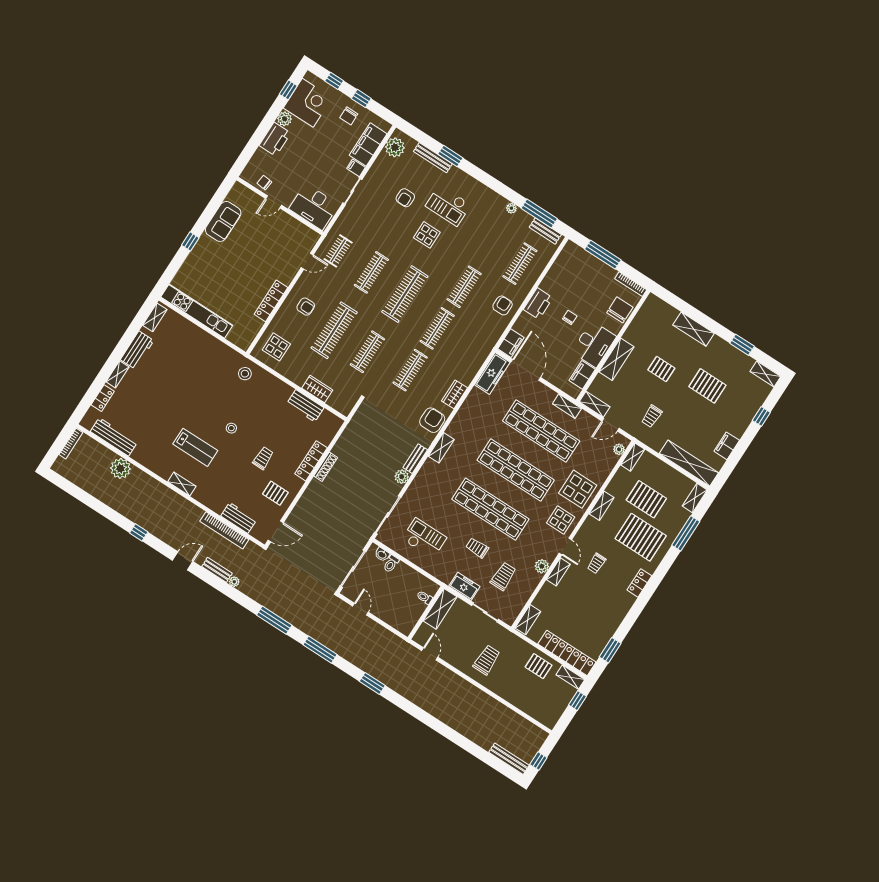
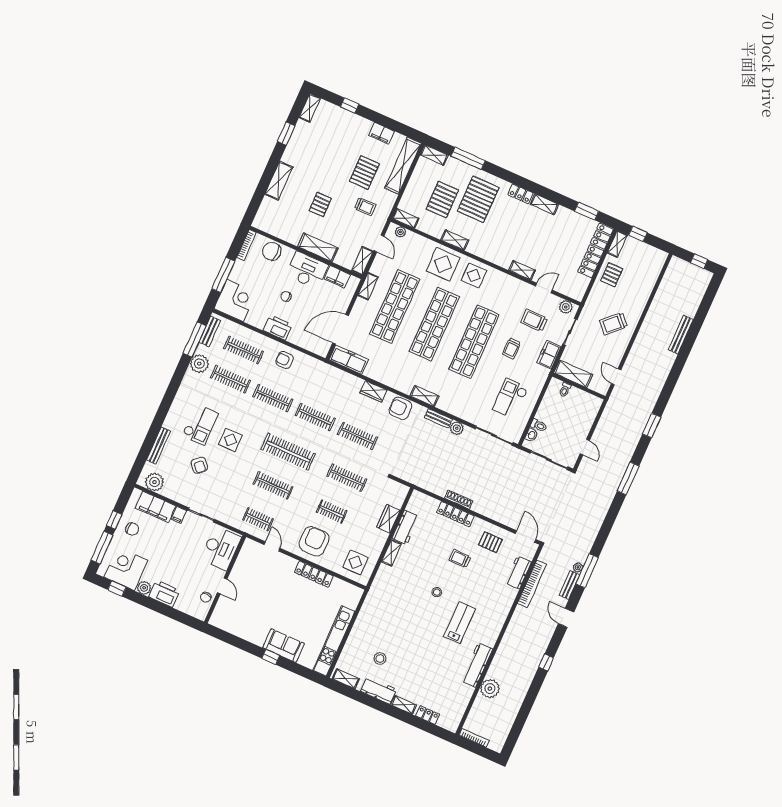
window: (334, 81) -> (102, 548), width x2.17
window: (450, 156) -> (154, 430), removed
armchair: (405, 198) -> (199, 465), turned 49
plant: (511, 208) -> (199, 364), width x1.88, depth x1.88
sofa: (223, 221) -> (284, 646), moved
clothes rail: (491, 245) -> (231, 379), added
corner desk: (574, 263) -> (235, 300), added
armchair: (306, 307) -> (314, 541), width x1.88, depth x1.88
clothes rail: (334, 330) -> (332, 512), width x0.54, depth x0.76
filing cabinet: (511, 343) -> (318, 347), removed
stool: (245, 374) -> (380, 659), moved
pallet: (707, 386) -> (364, 173), moved
workbench: (114, 437) -> (477, 665), moved
shelving: (182, 484) -> (391, 553), moved
pallet: (275, 493) -> (490, 542), turned 90
door: (565, 546) -> (544, 288), moved
trolley: (596, 563) -> (509, 236), removed
plant: (542, 566) -> (566, 307), moved
door: (360, 609) -> (585, 447), swing flipped
window: (274, 620) -> (587, 571), moved
shelving: (528, 620) -> (544, 204), moved
door: (430, 654) -> (616, 377), hinge flipped
trolley: (487, 660) -> (613, 324), turned -44
bench: (509, 759) -> (681, 335), moved

